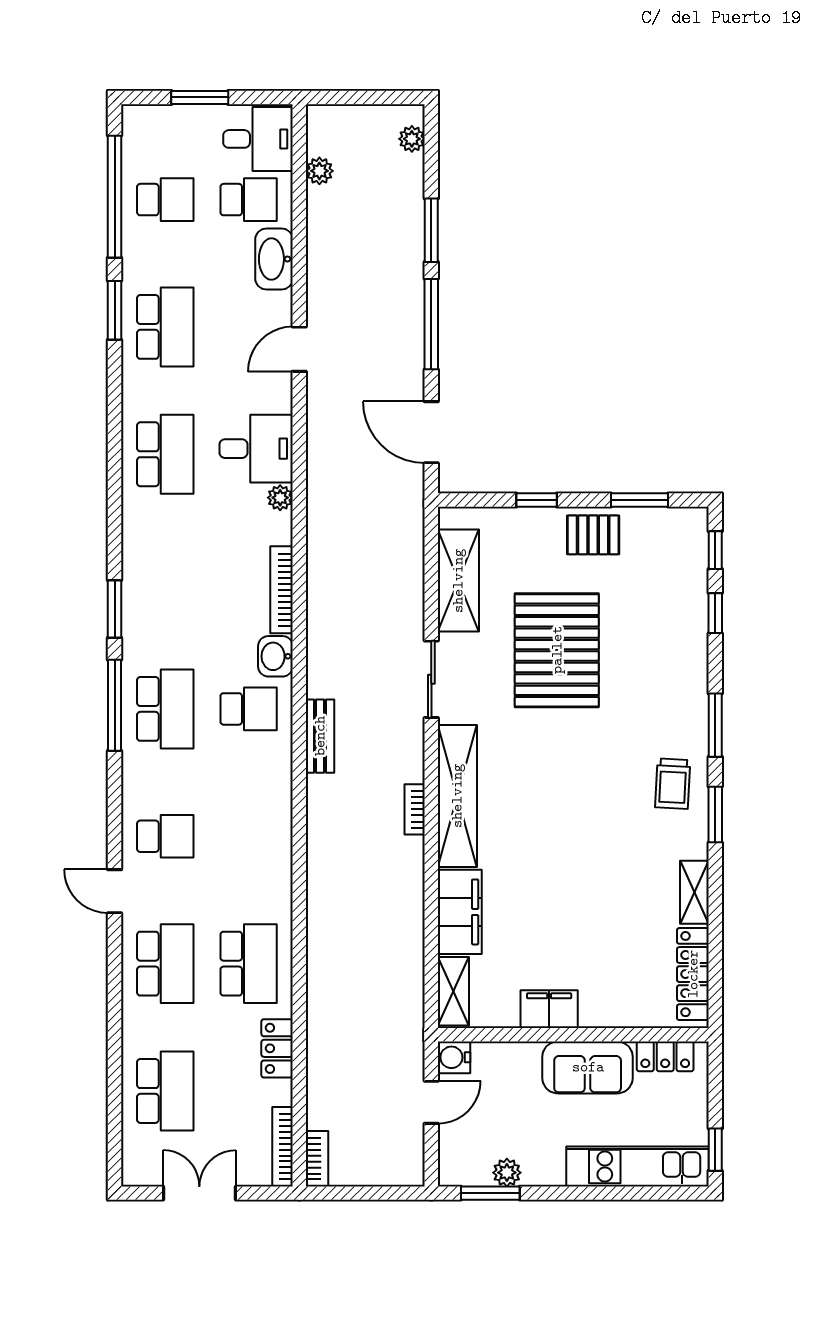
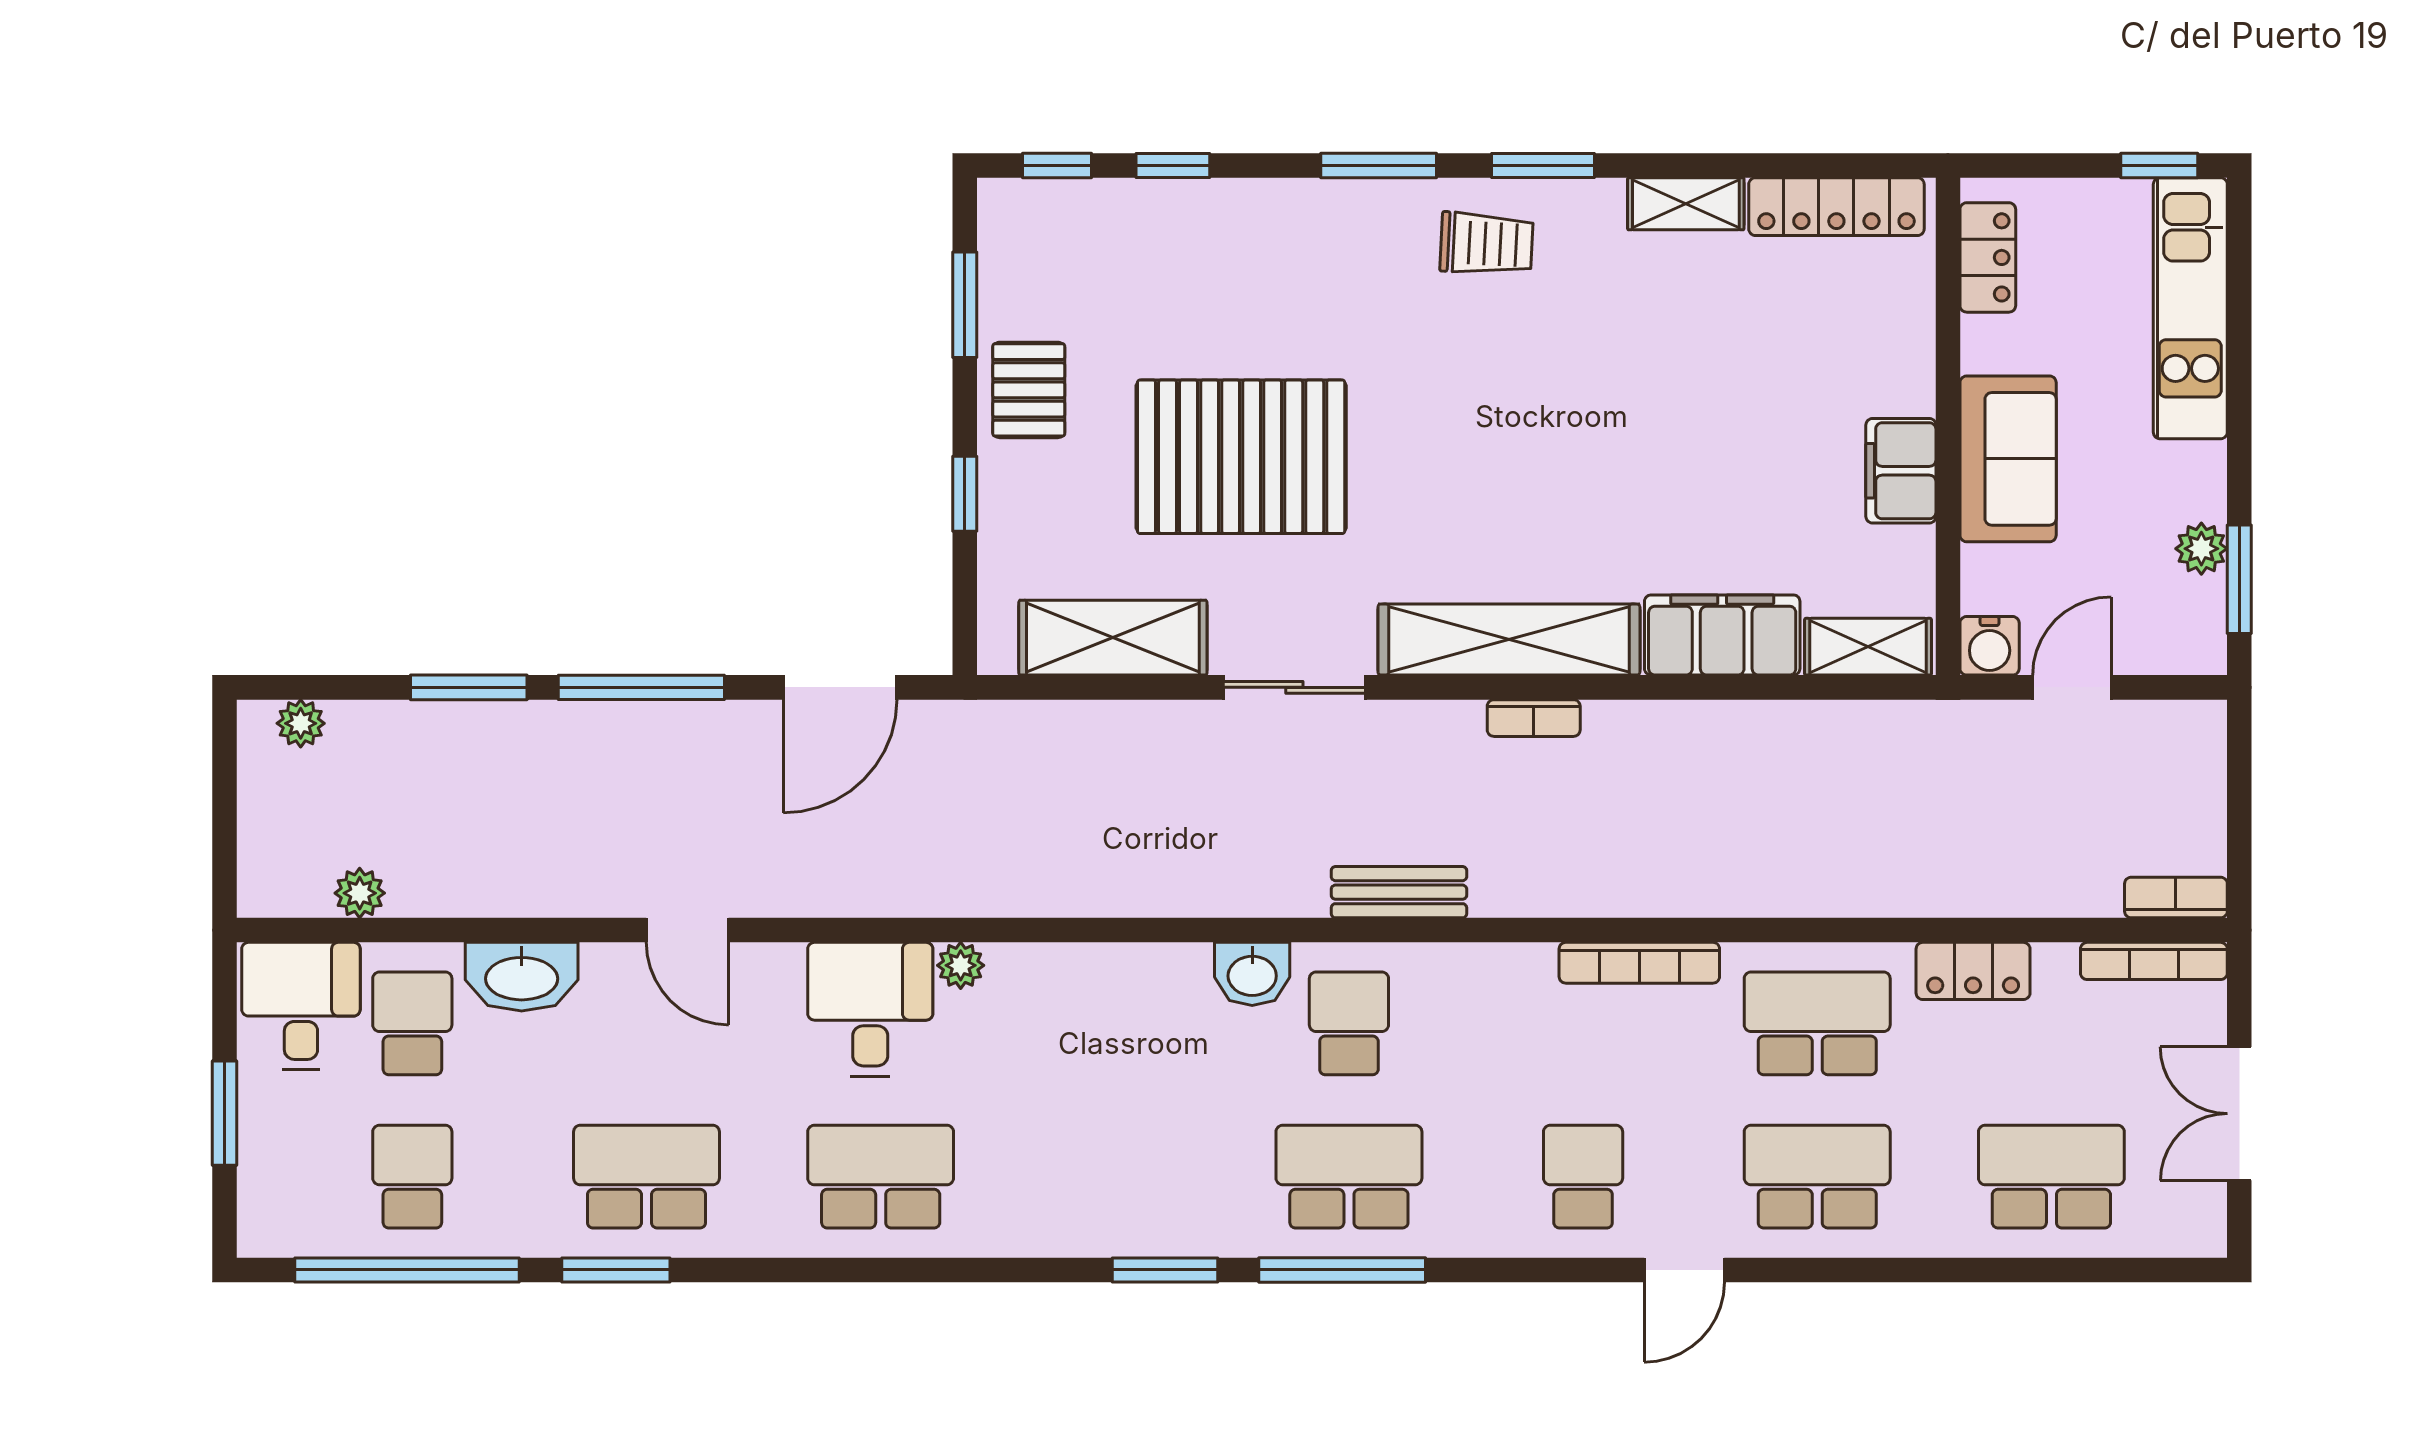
bookcase: (282, 590) -> (1639, 963), moved
sofa: (588, 1067) -> (2008, 459), moved
door: (431, 1102) -> (2072, 687), hinge flipped

